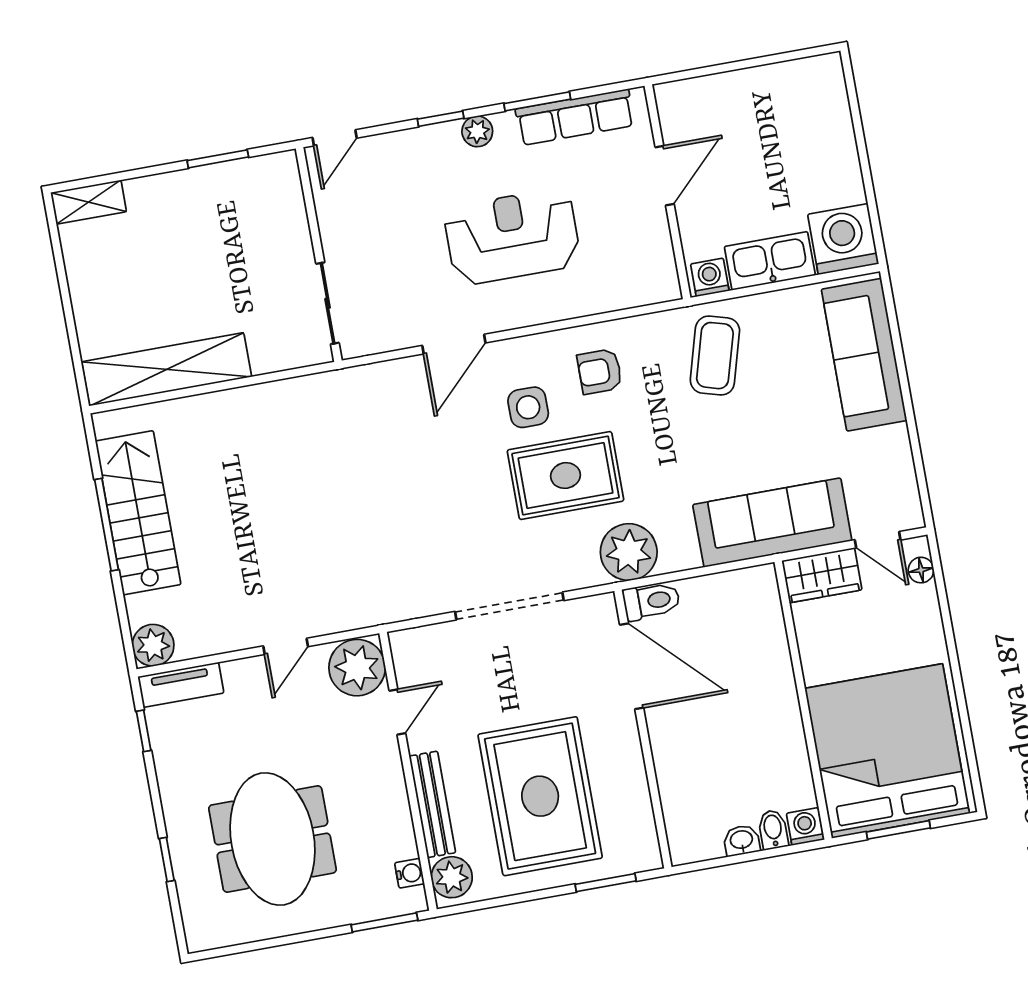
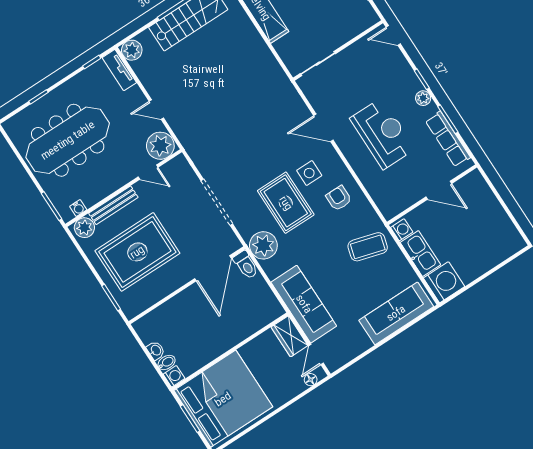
meeting table: (272, 839) -> (68, 140), width x1.36

